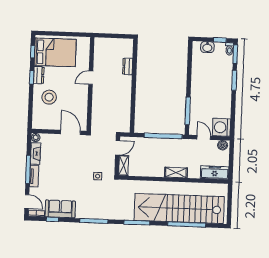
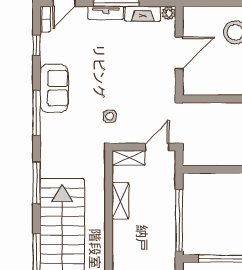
door: (71, 132) -> (179, 53), moved
door: (118, 148) -> (157, 147), swing flipped
shelving: (176, 173) -> (120, 201), moved
sofa: (60, 209) -> (54, 88), moved

